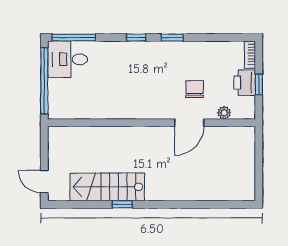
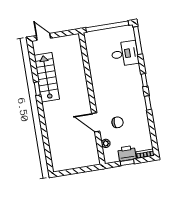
desk: (68, 59) -> (125, 54), moved, turned 90
door: (44, 182) -> (43, 37), hinge flipped

